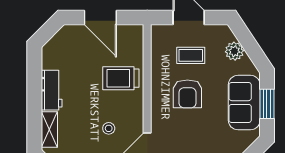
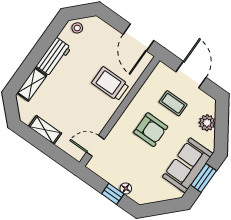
door: (100, 18) -> (138, 37), moved
armchair: (187, 94) -> (151, 130), turned -90
stool: (109, 128) -> (77, 28), moved

